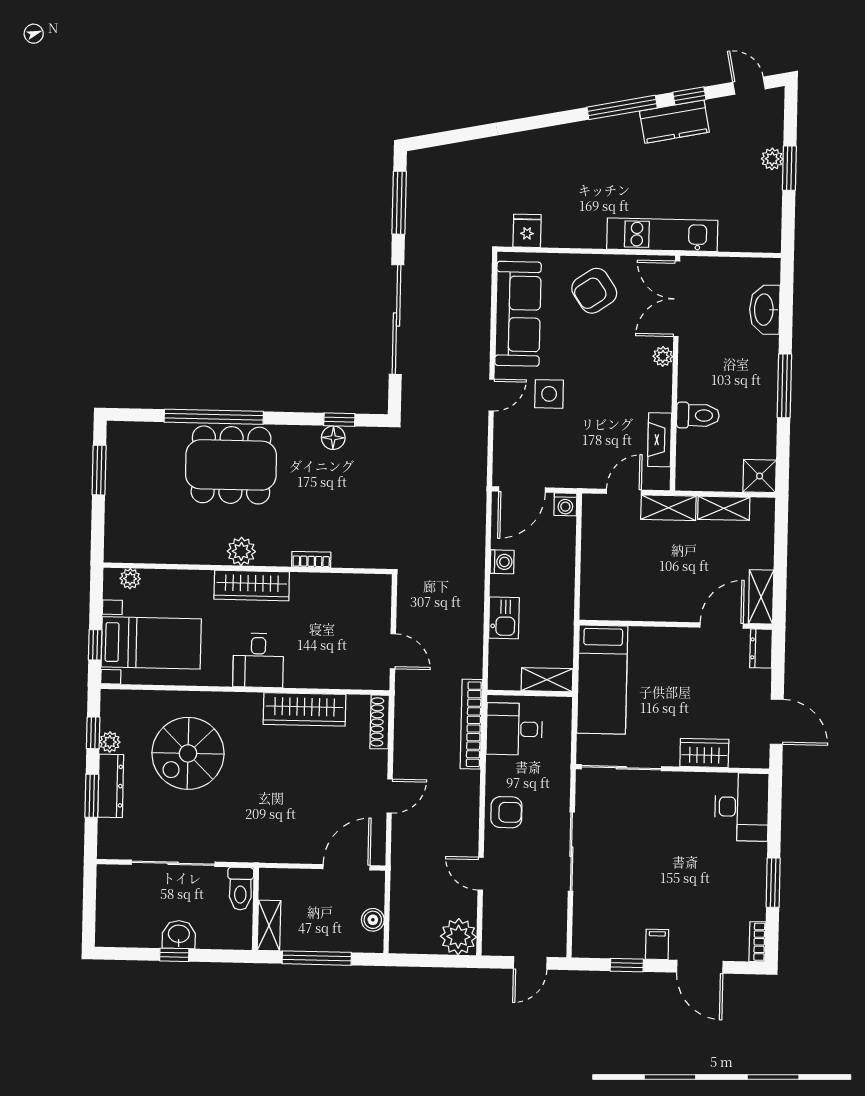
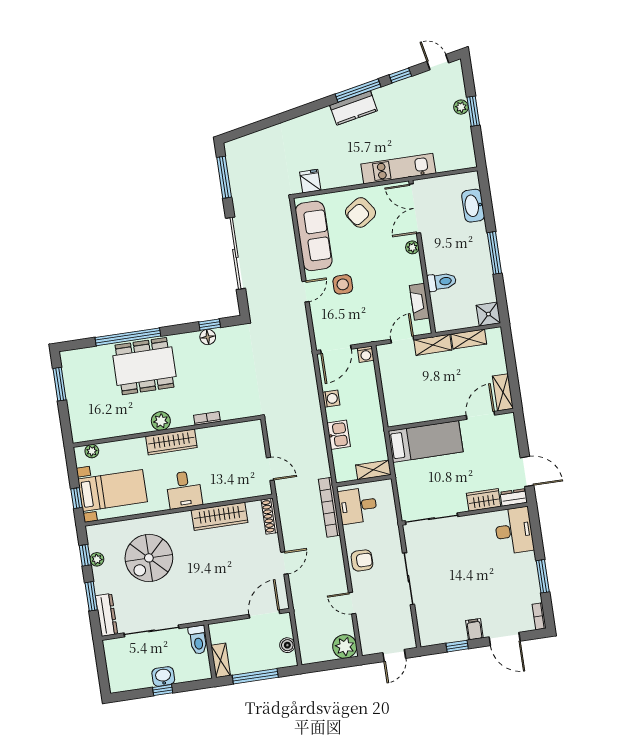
kitchen counter: (674, 122) -> (354, 108), moved
dresser: (761, 649) -> (514, 497), moved, turned 90
bed: (602, 680) -> (426, 441), moved, turned -90
dresser: (111, 786) -> (106, 615), moved

